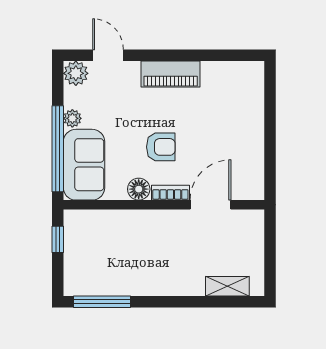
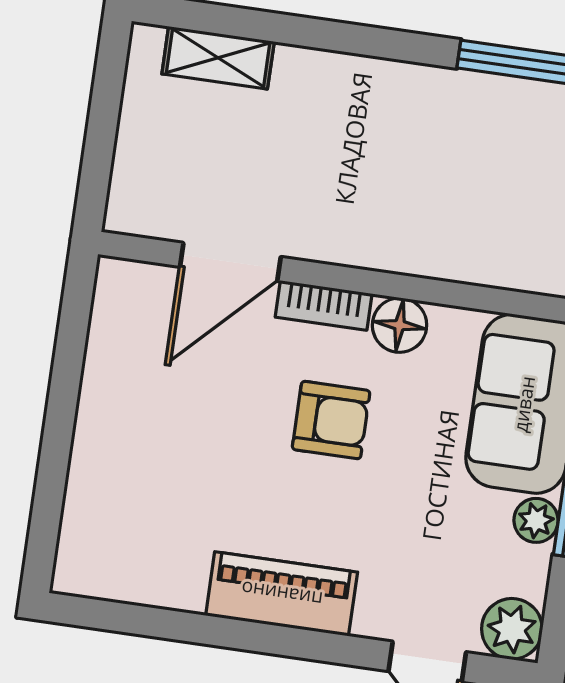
armchair: (161, 147) -> (331, 420), turned 180

